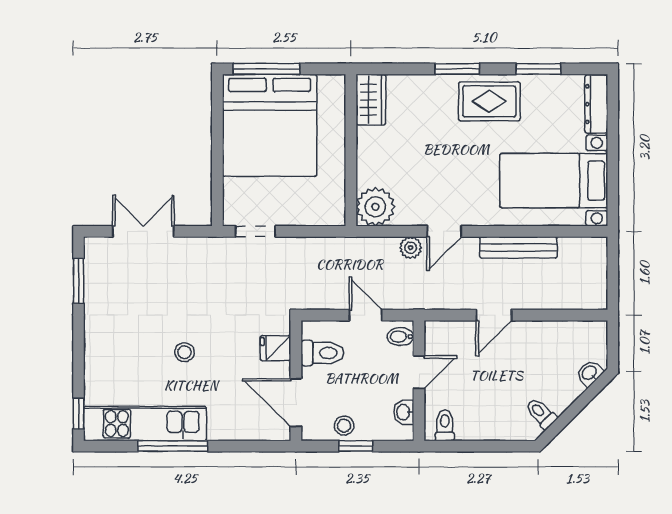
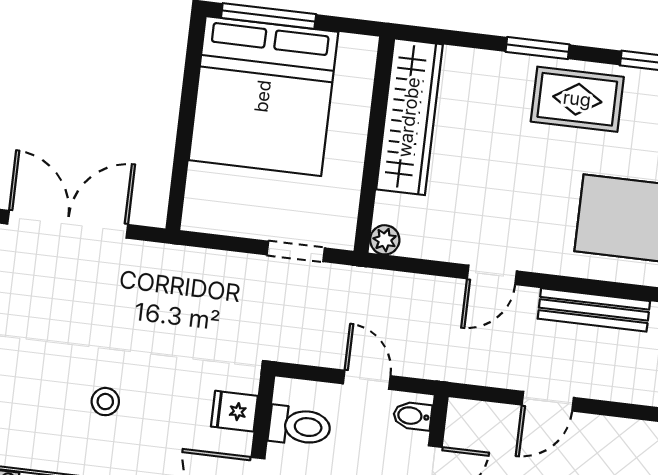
wardrobe: (371, 100) -> (409, 117), width x2.10, depth x1.17
plant: (375, 207) -> (385, 240), width x0.53, depth x0.53
double door: (143, 231) -> (68, 224), width x1.37
doorway: (255, 231) -> (296, 251), moved
plant: (411, 248) -> (442, 292), removed

